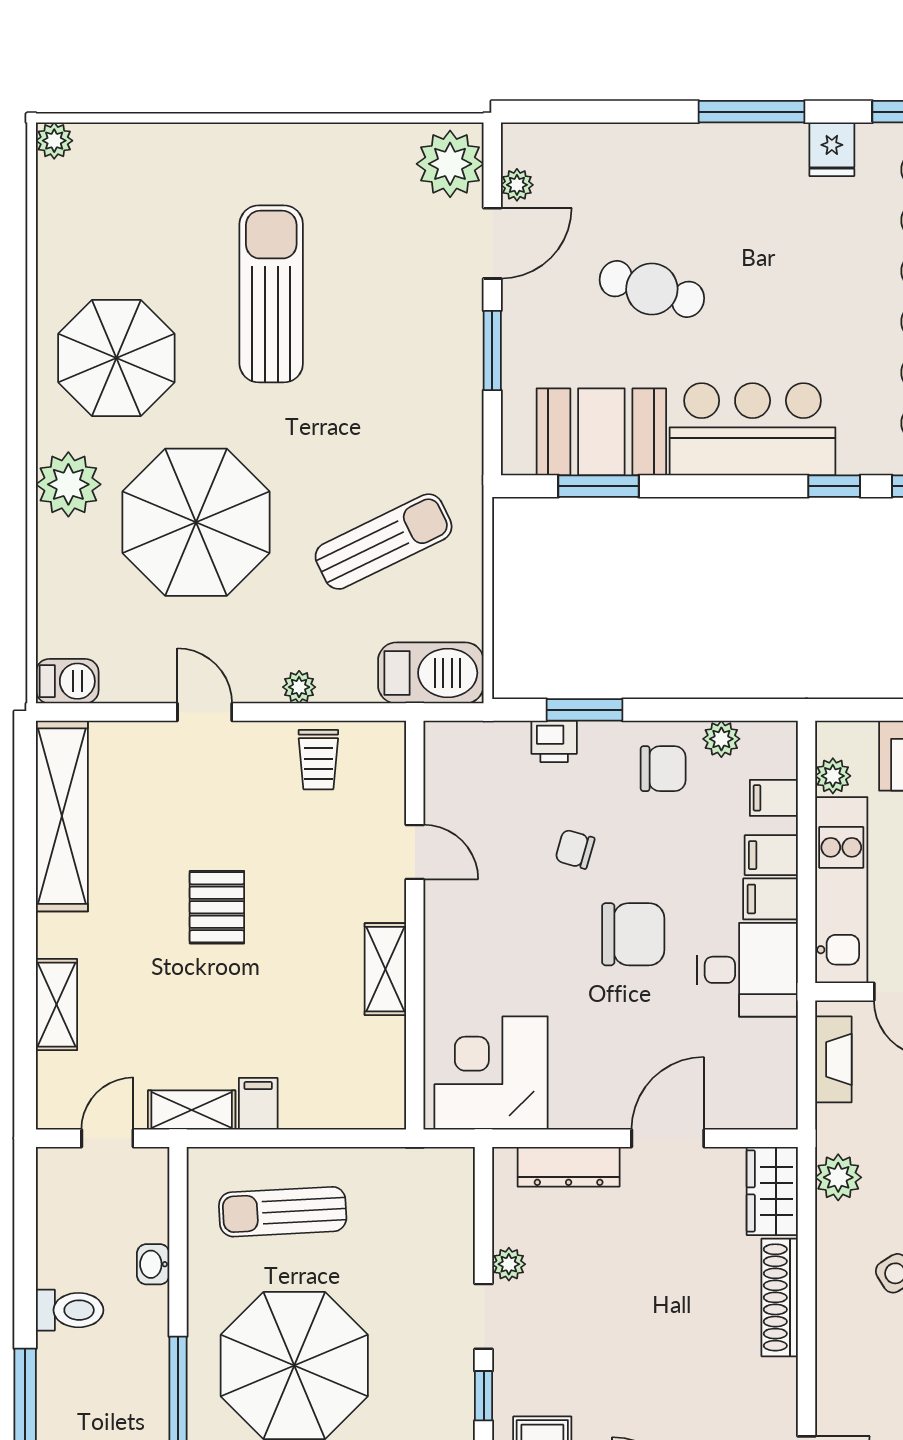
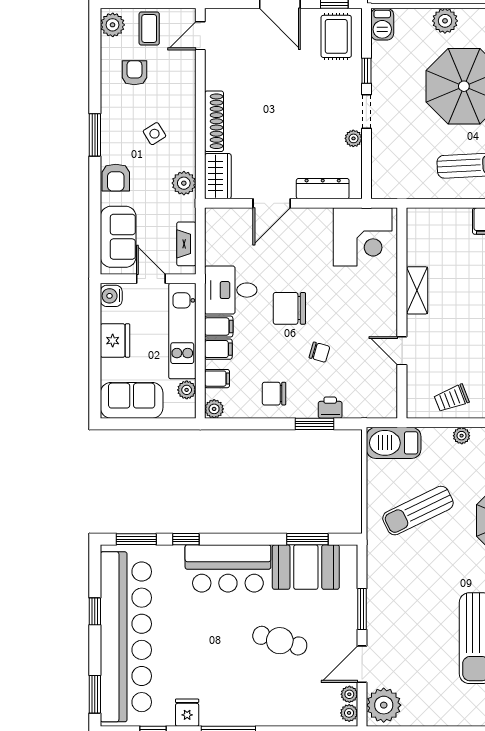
plant: (517, 149) -> (349, 713), added
plant: (721, 739) -> (214, 409), moved
trolley: (318, 760) -> (452, 398), turned -111

